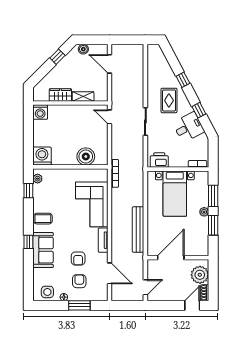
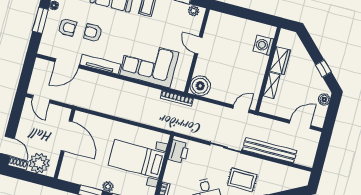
washing machine: (40, 112) -> (264, 45), moved
washing machine: (42, 156) -> (217, 22), removed
boiler: (86, 157) -> (200, 86), moved
door: (65, 167) -> (198, 45), added
bench: (138, 229) -> (270, 150), moved
tv unit: (103, 240) -> (100, 64), width x1.41

